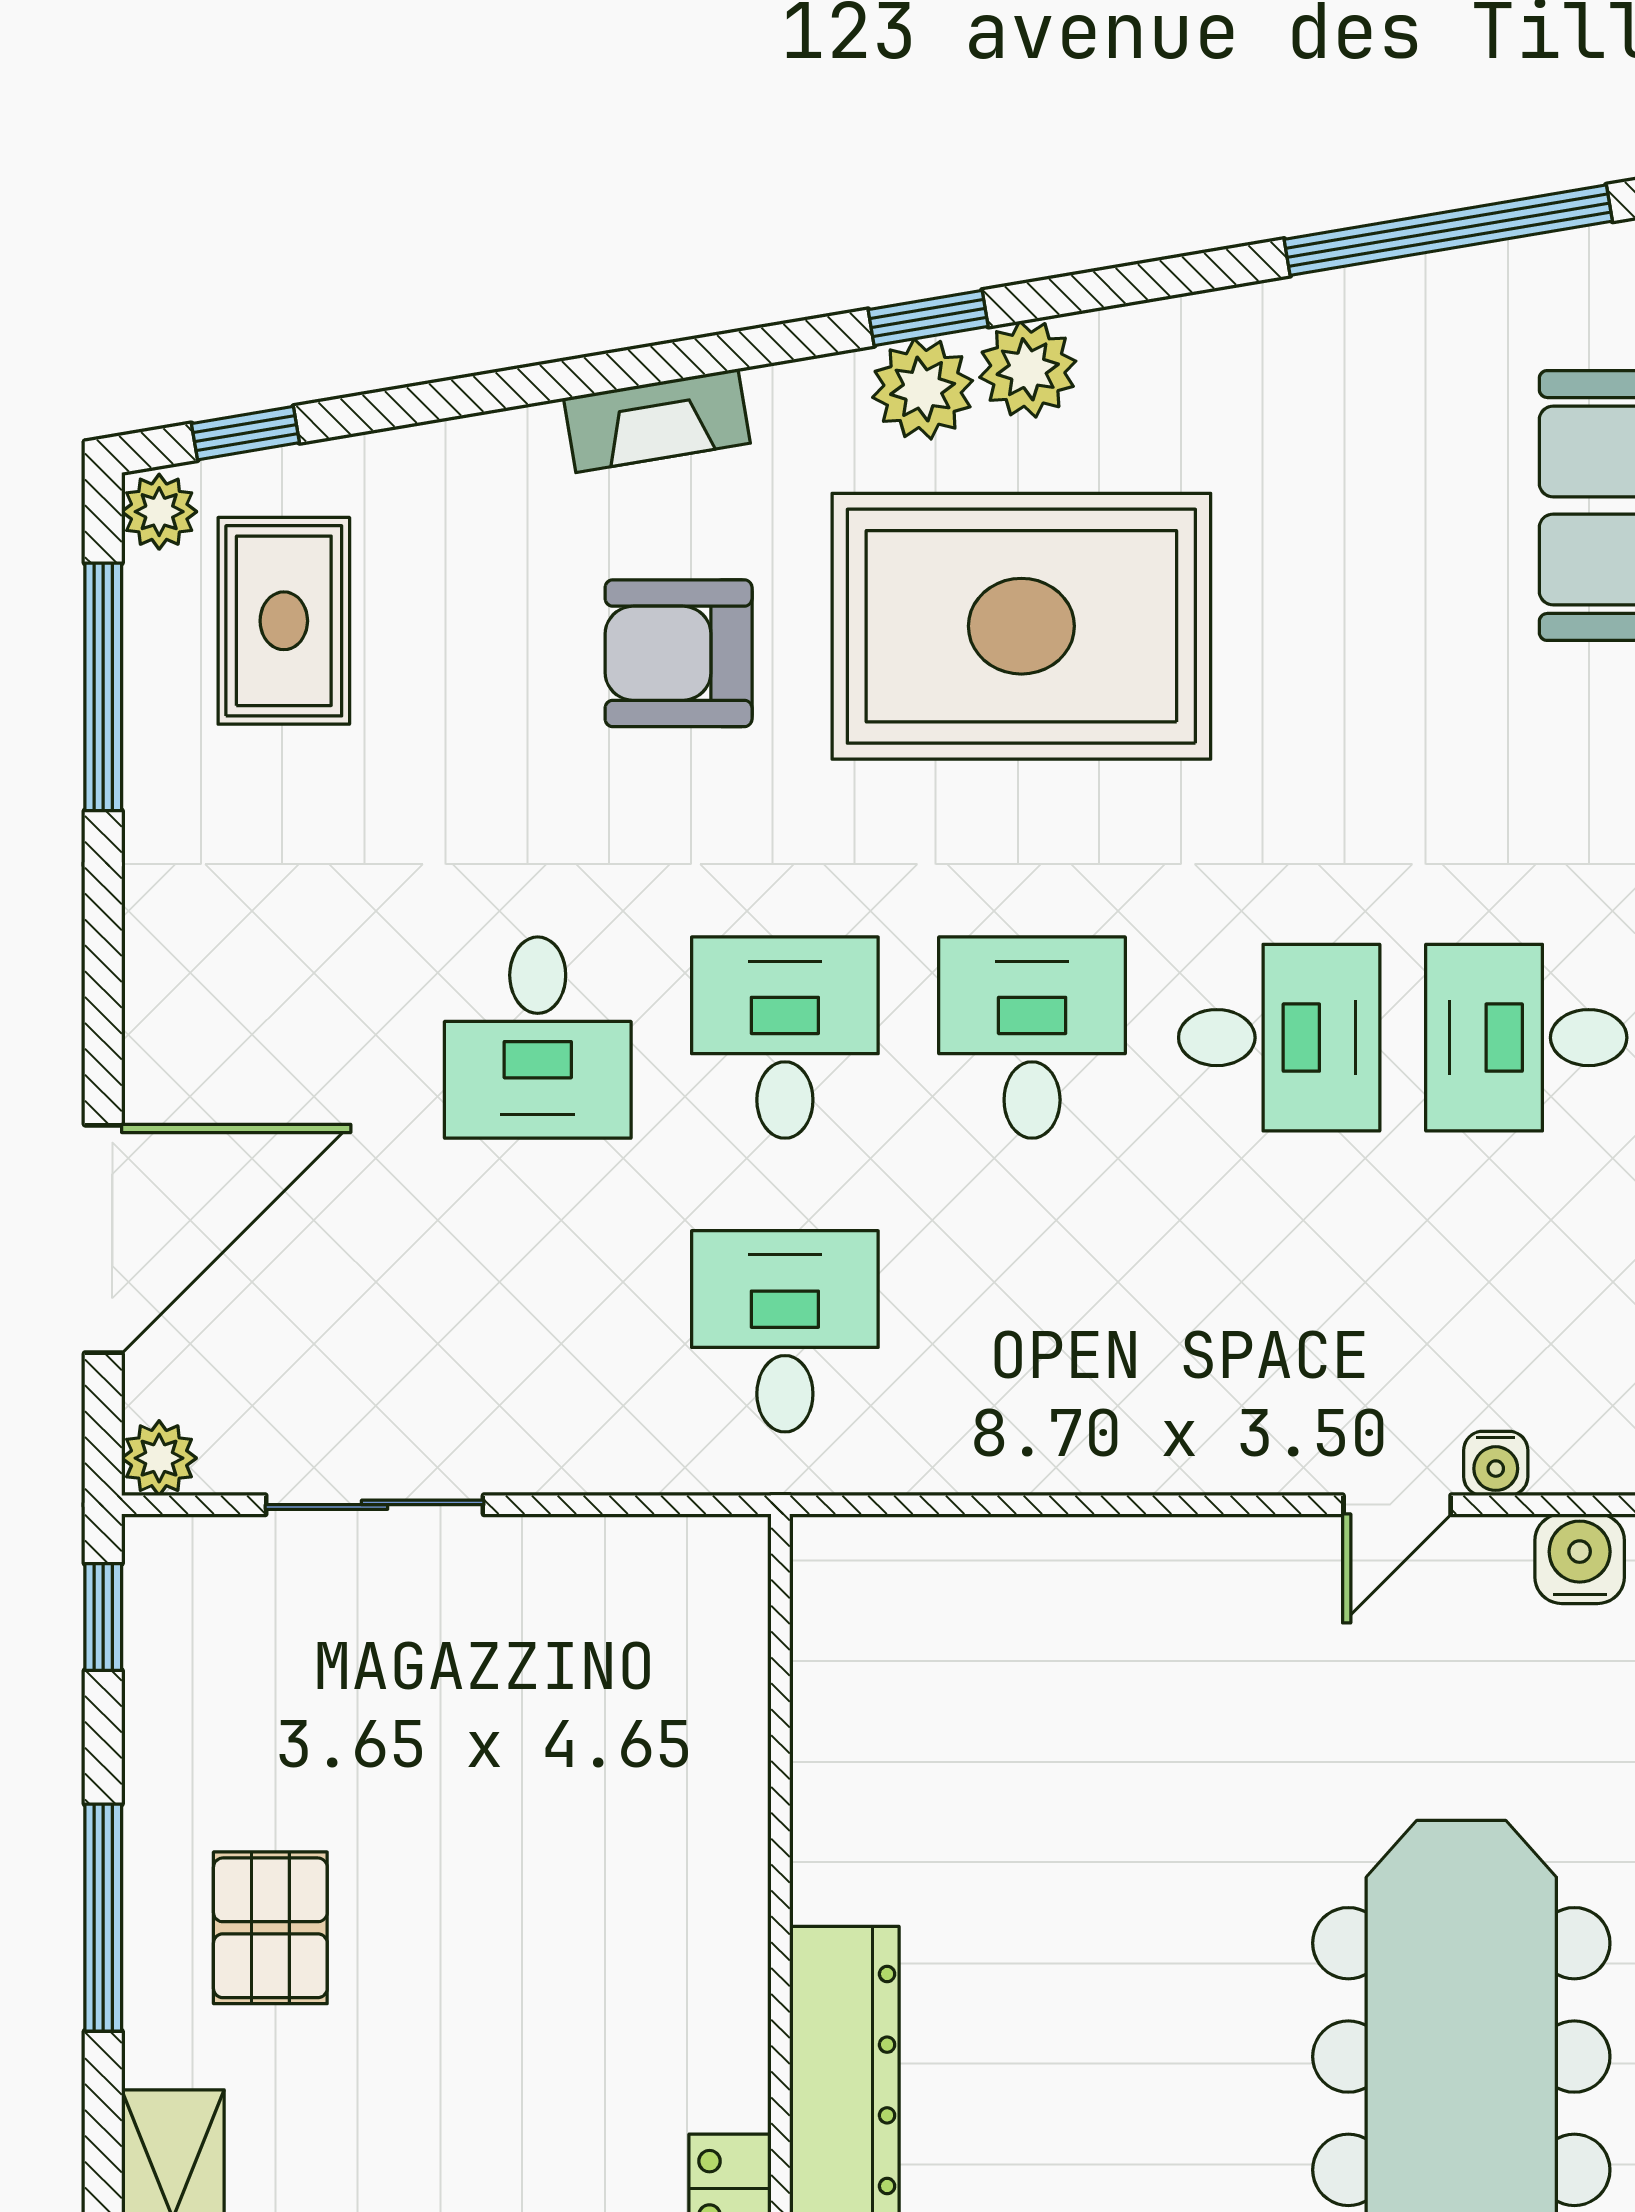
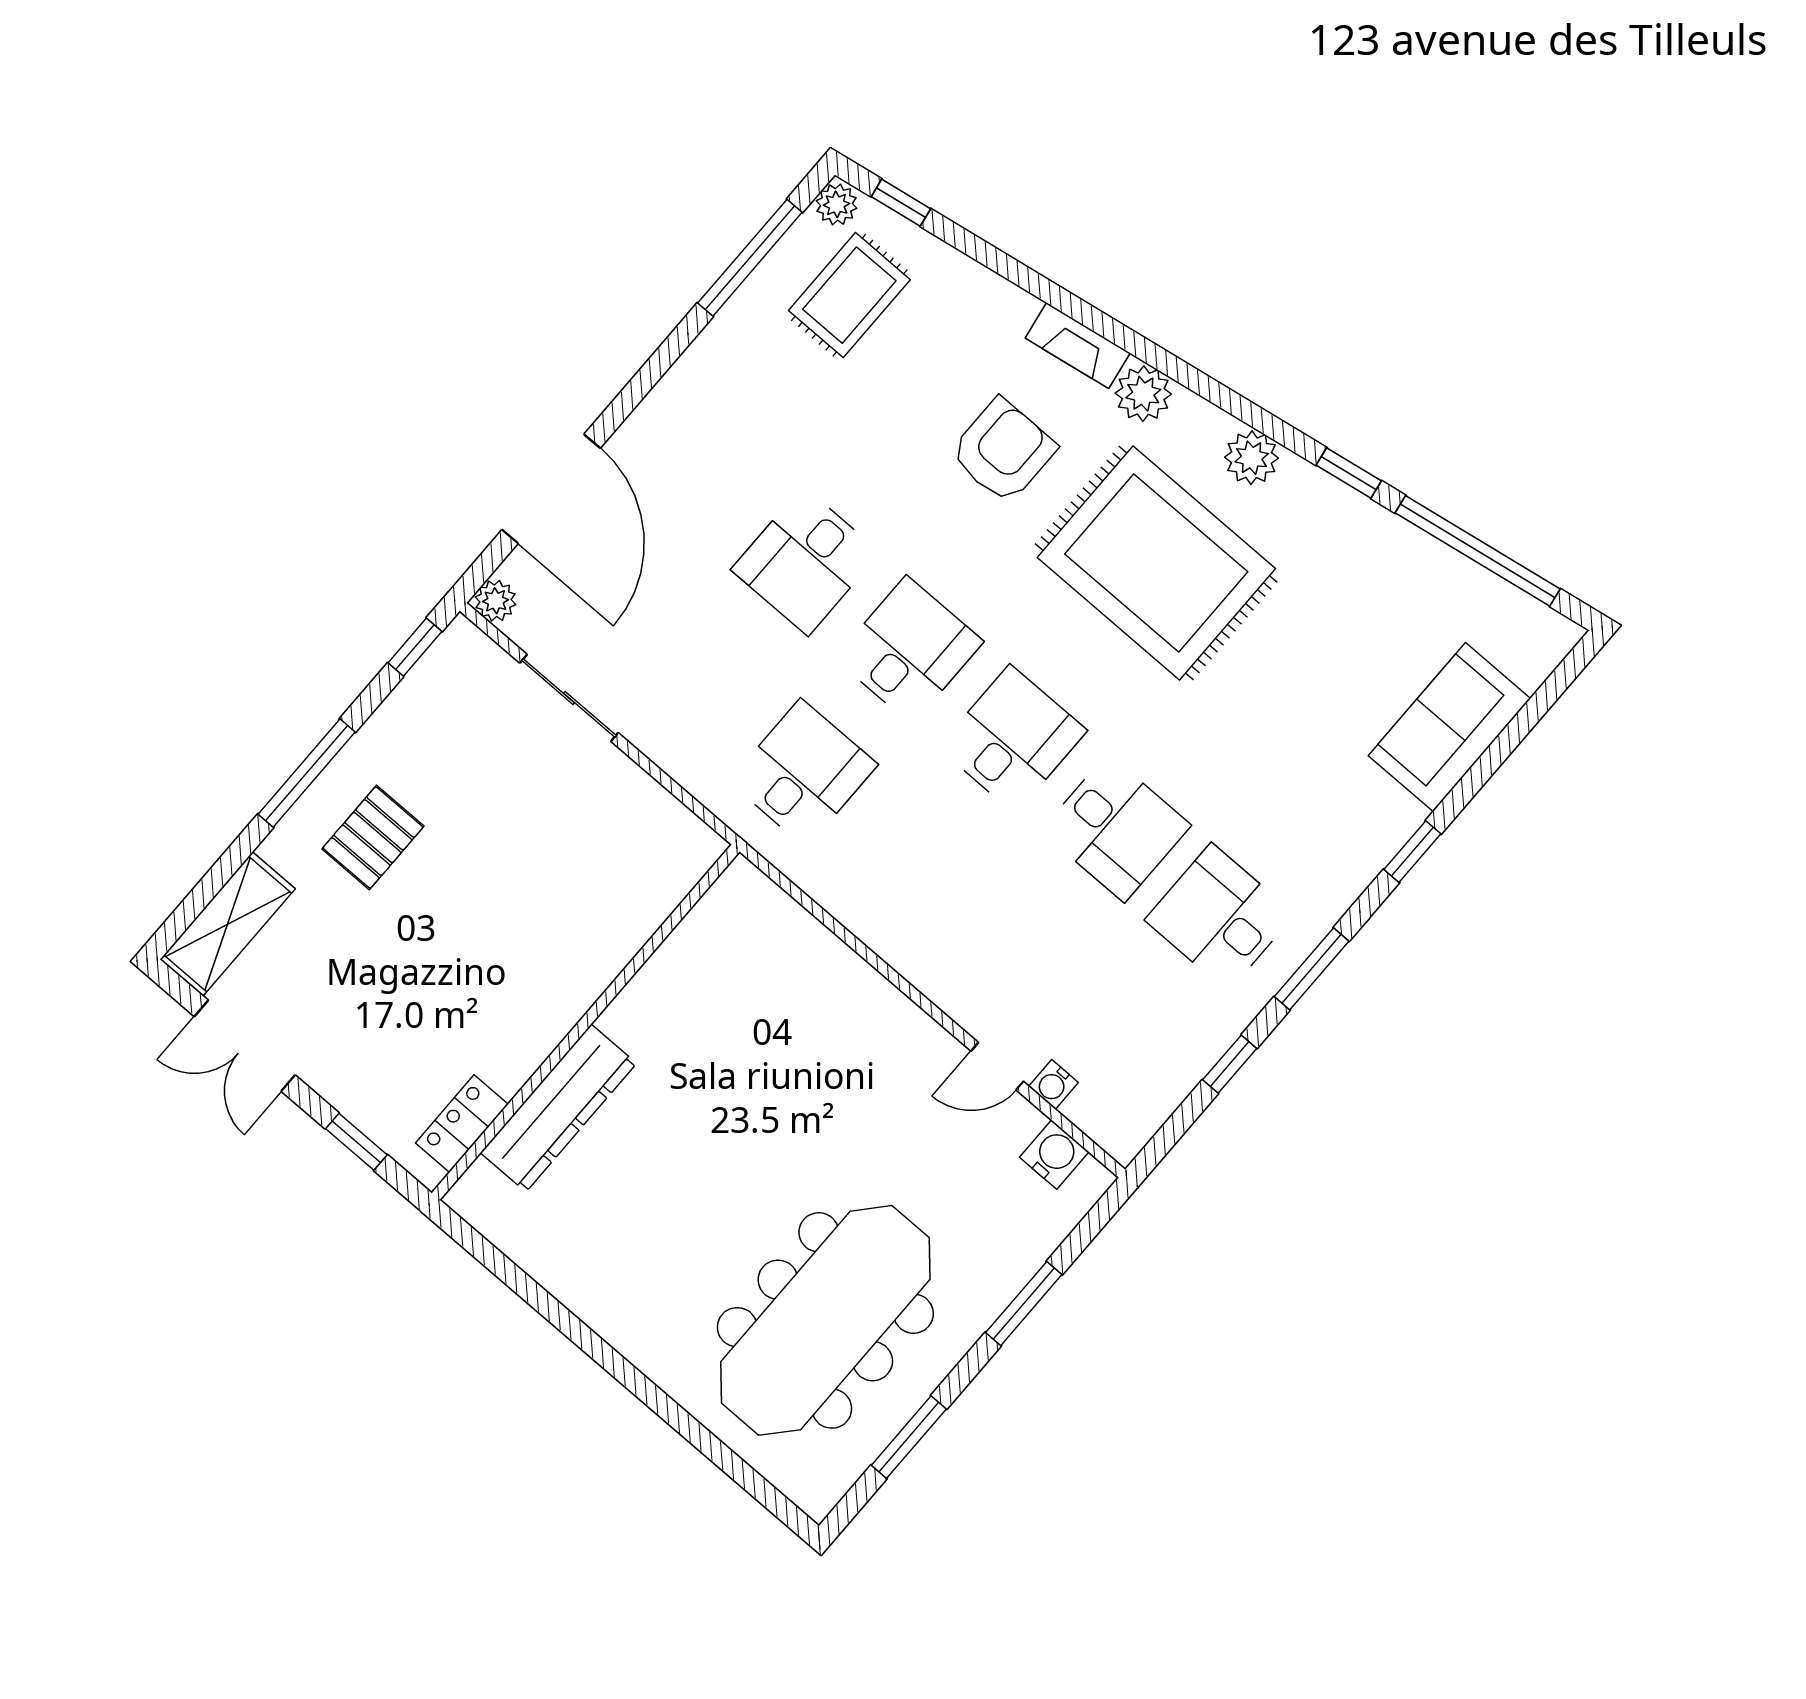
window: (928, 318) -> (1349, 473), moved
plant: (923, 389) -> (1143, 394), moved
armchair: (679, 653) -> (1003, 451), turned 90
door: (103, 1239) -> (551, 489), hinge flipped

